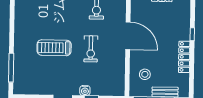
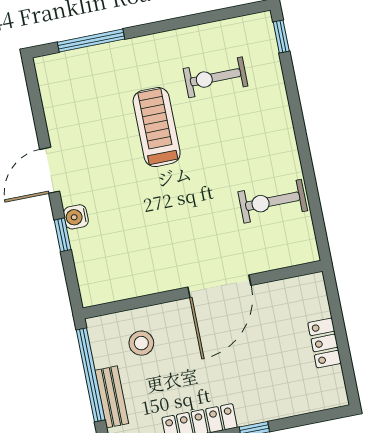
exercise bike: (91, 49) -> (216, 77), moved

